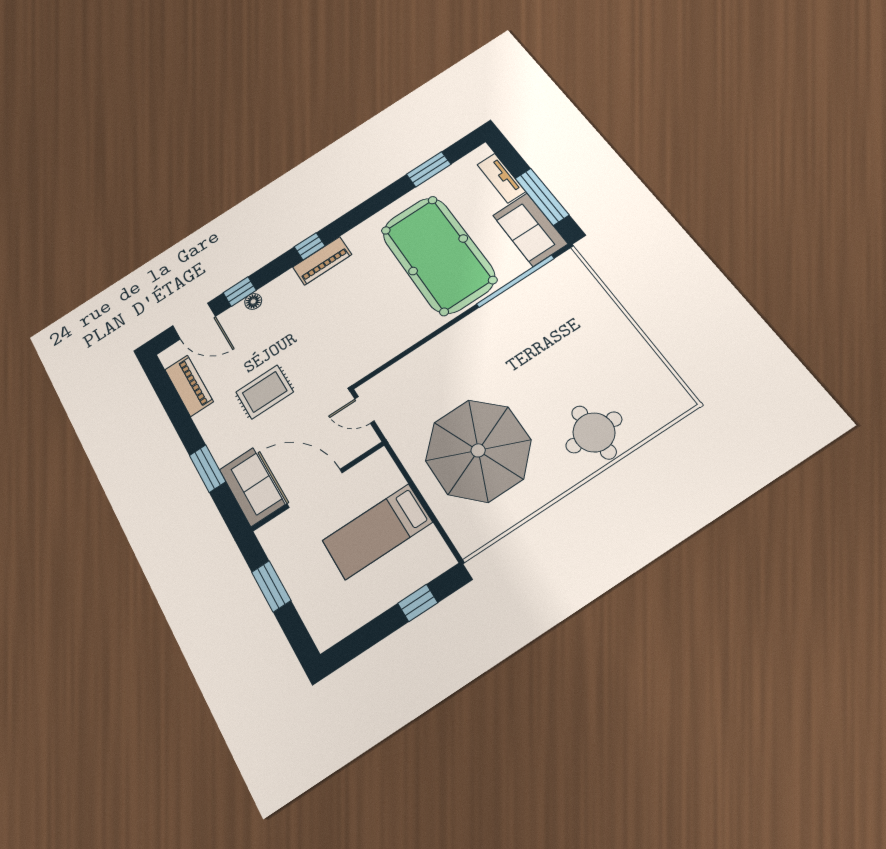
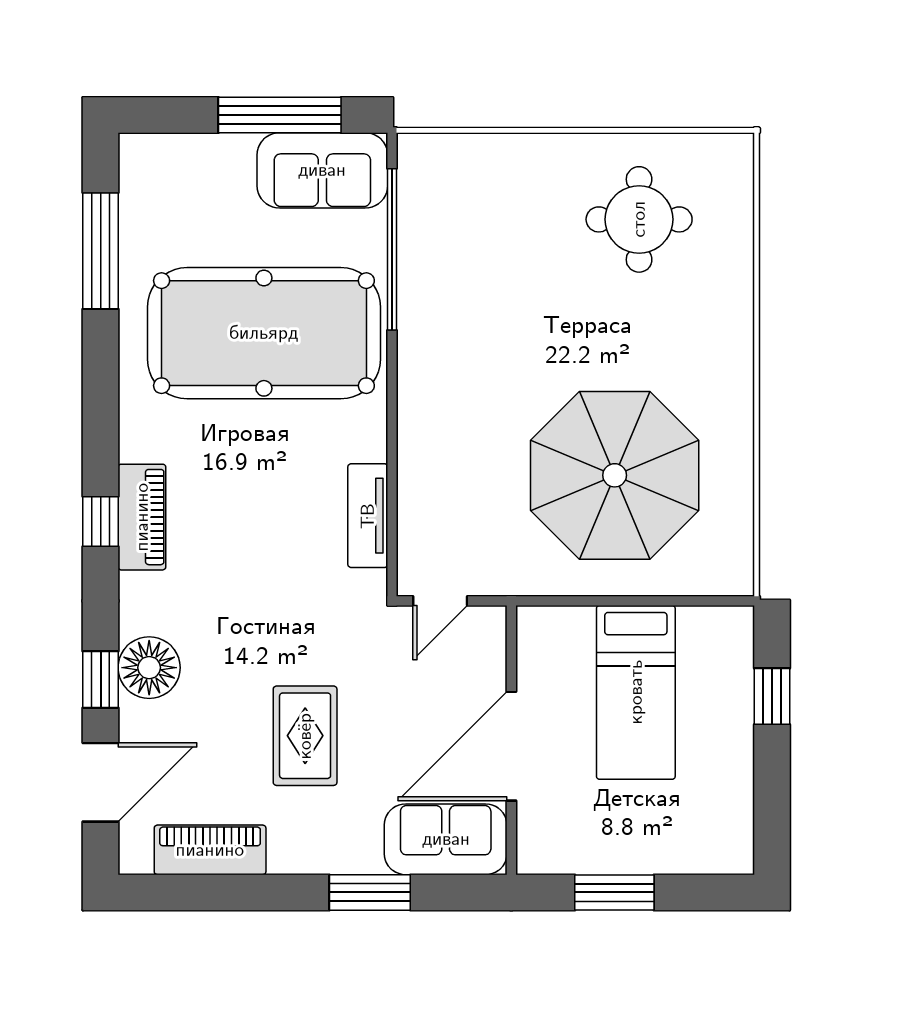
window: (429, 169) -> (101, 251), width x1.44
tv unit: (501, 178) -> (368, 516), moved, turned 90
floor lamp: (253, 301) -> (149, 668), width x1.89, depth x1.89
round table: (594, 432) -> (639, 219), moved

